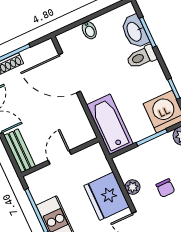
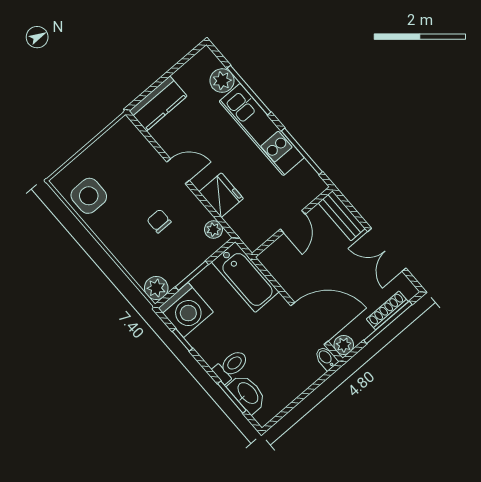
bidet: (89, 30) -> (326, 358), moved
plant: (47, 48) -> (344, 345), added
plant: (133, 187) -> (213, 230), moved
fridge: (107, 196) -> (221, 195), width x0.73, depth x0.75

